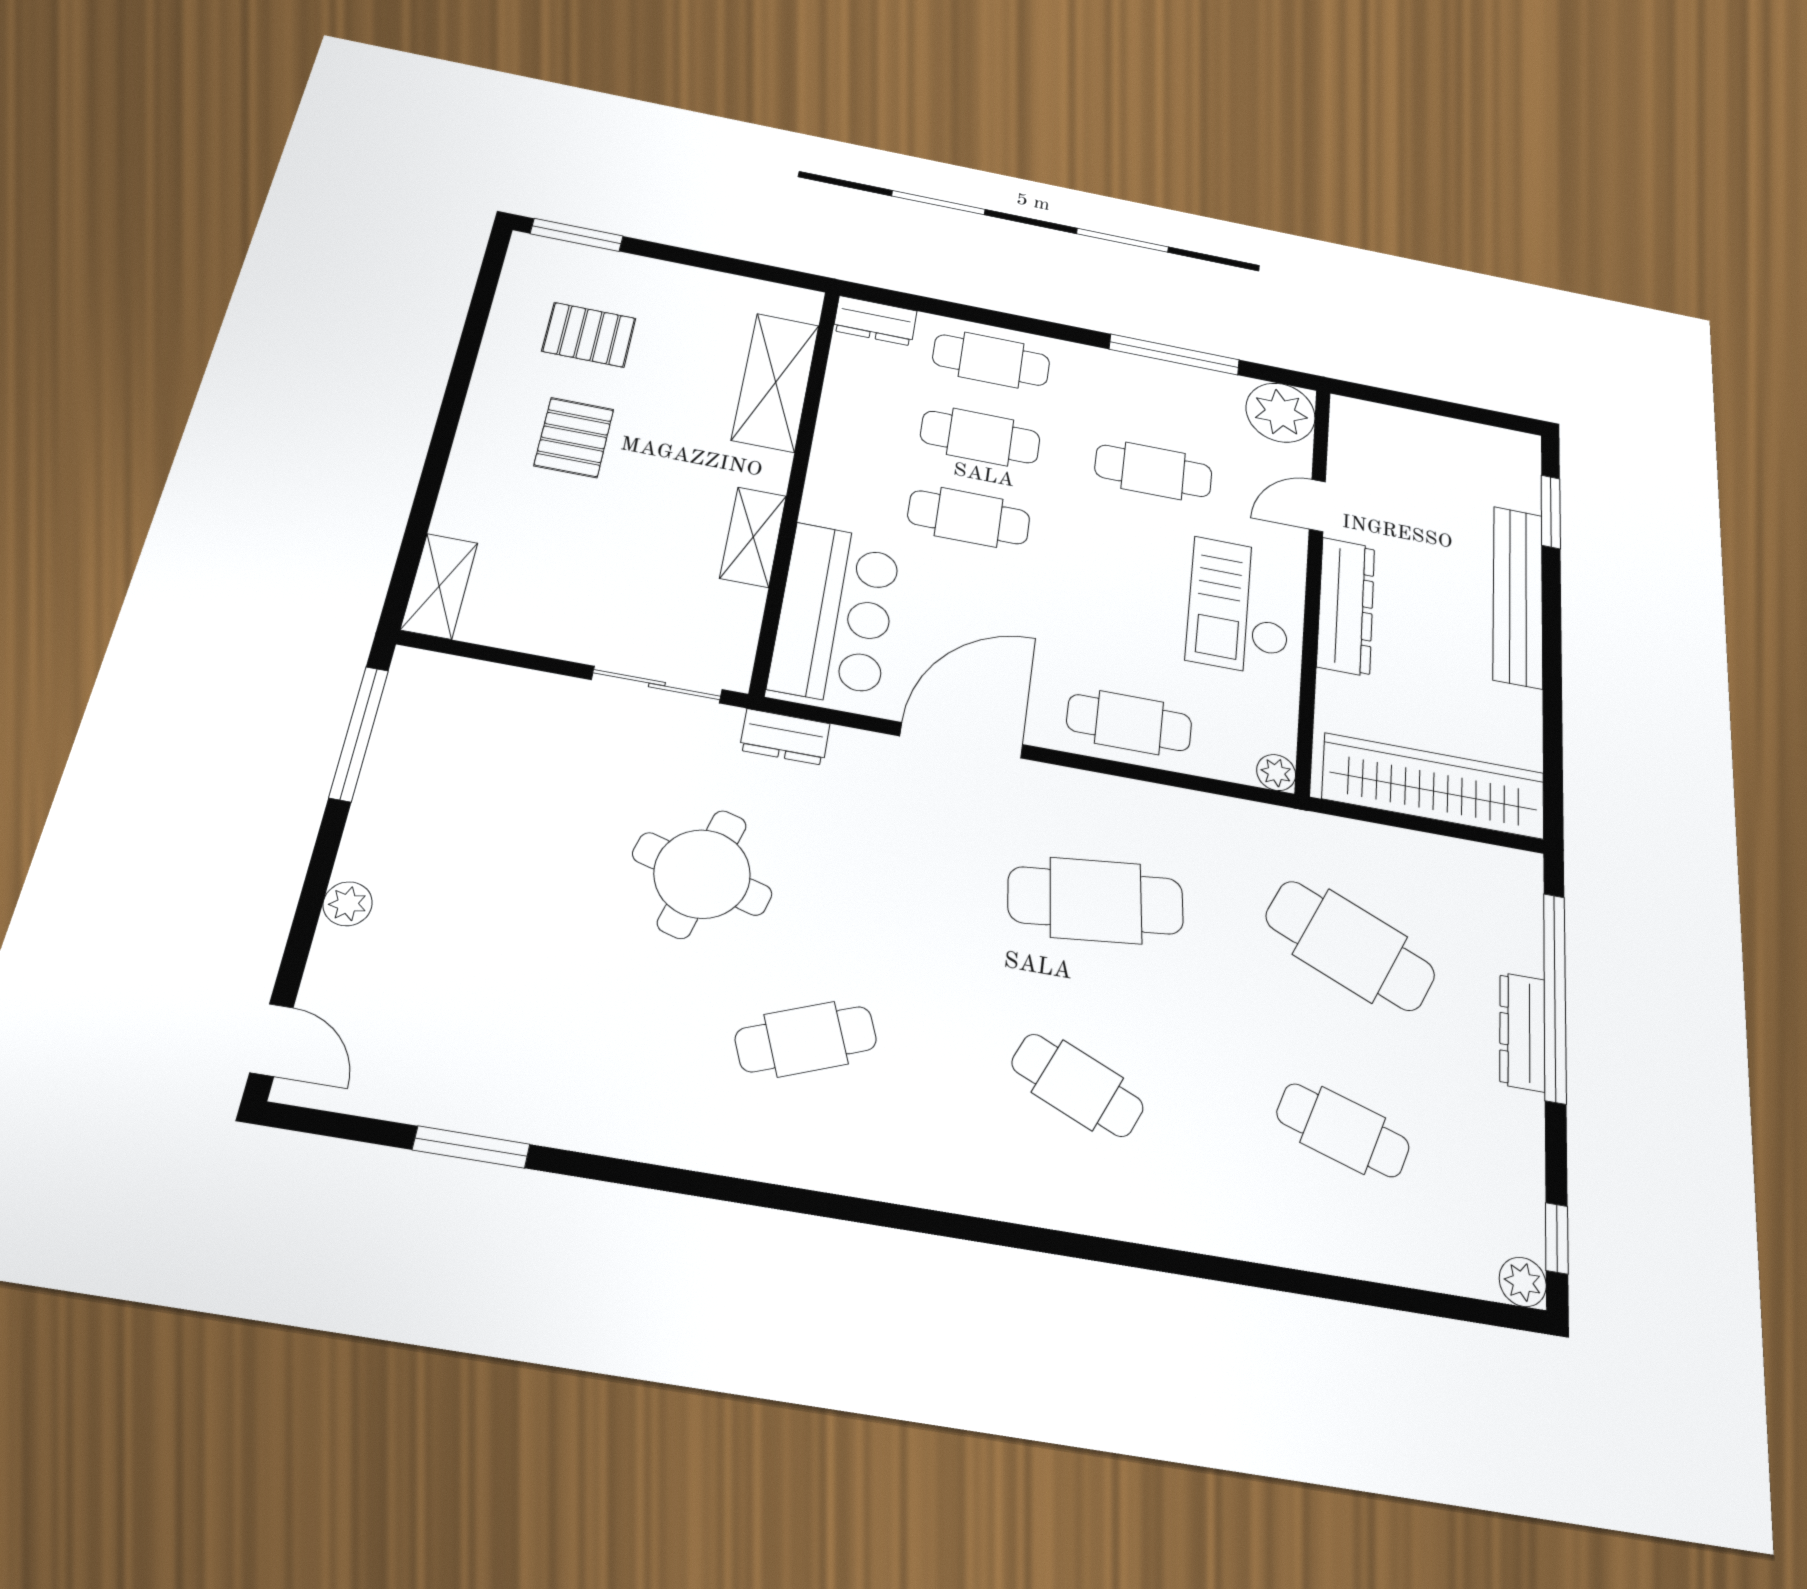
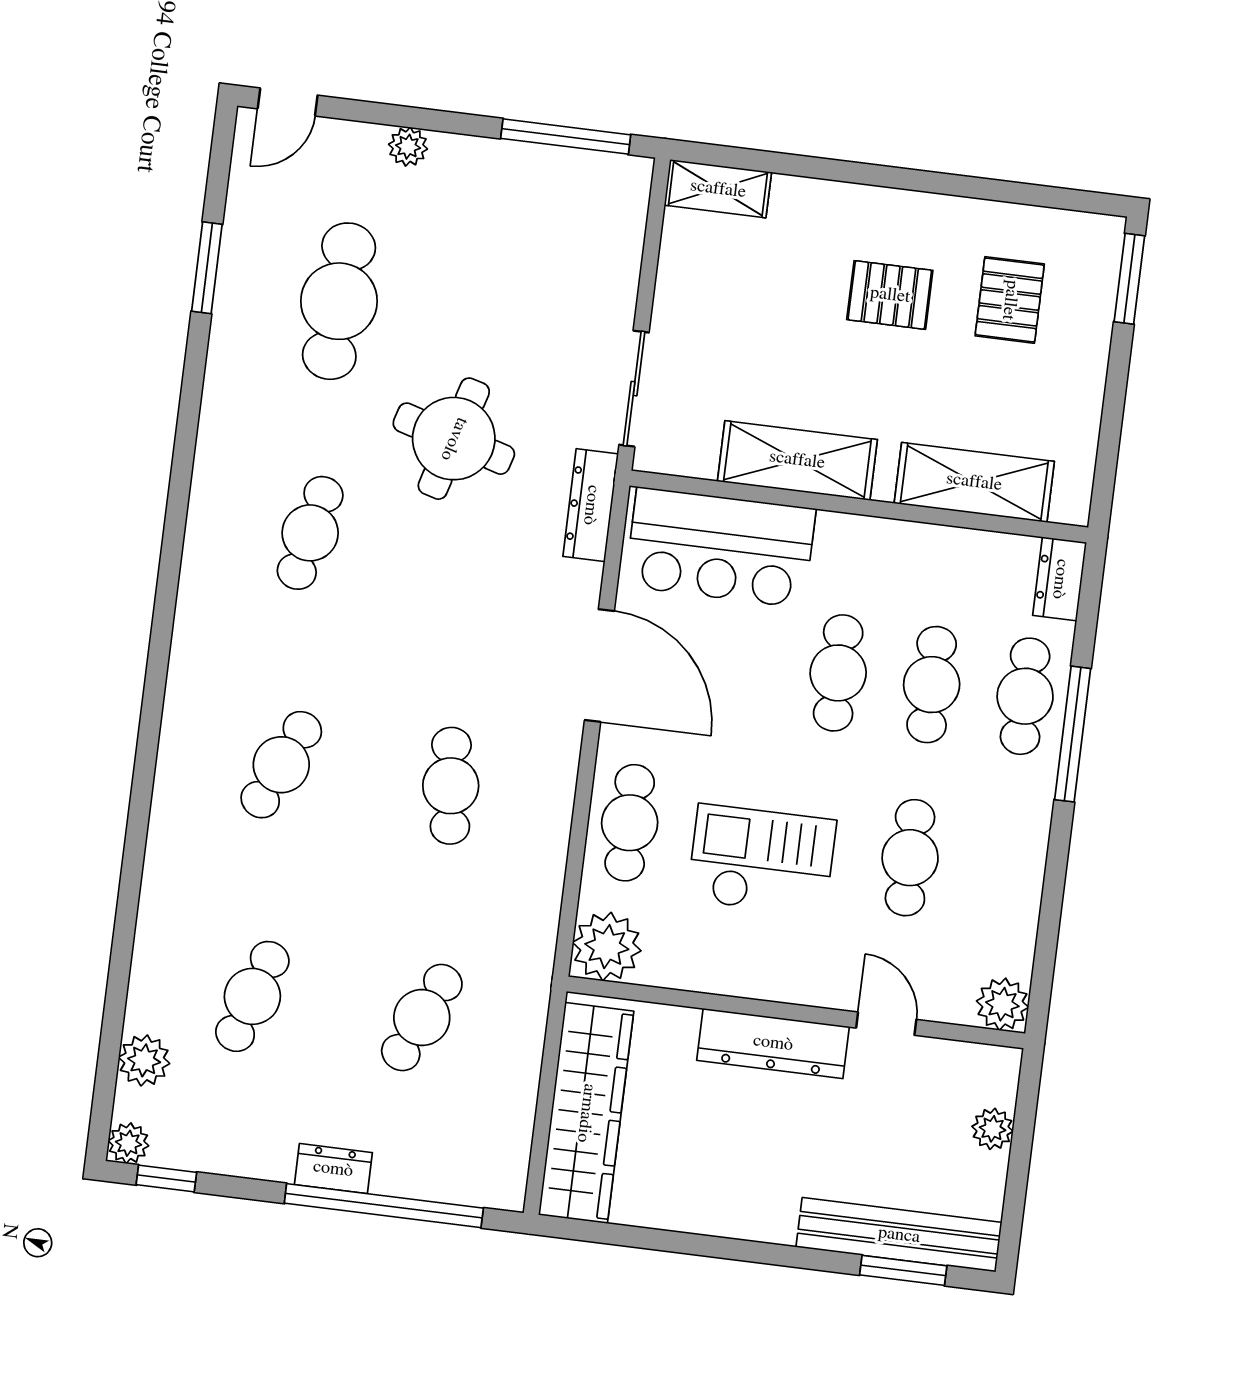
window: (1174, 355) -> (1073, 734), moved
plant: (1281, 413) -> (1002, 1004), width x0.73, depth x0.73
plant: (1409, 426) -> (993, 1129), added
shelving: (753, 537) -> (797, 460), width x1.50, depth x1.33
bench: (1518, 596) -> (899, 1235), moved
checkout: (1239, 607) -> (762, 860), moved
dresser: (785, 737) -> (591, 505), width x1.44
plant: (1276, 773) -> (607, 947), width x1.88, depth x1.88
cafe table: (1096, 900) -> (451, 786), width x0.73, depth x0.74
cafe table: (1350, 946) -> (422, 1018), width x0.73, depth x0.74
cafe table: (528, 992) -> (339, 301), added
dresser: (1522, 1032) -> (333, 1169), width x0.70
cafe table: (806, 1039) -> (310, 533), turned 33
plant: (1427, 1260) -> (144, 1060), added

